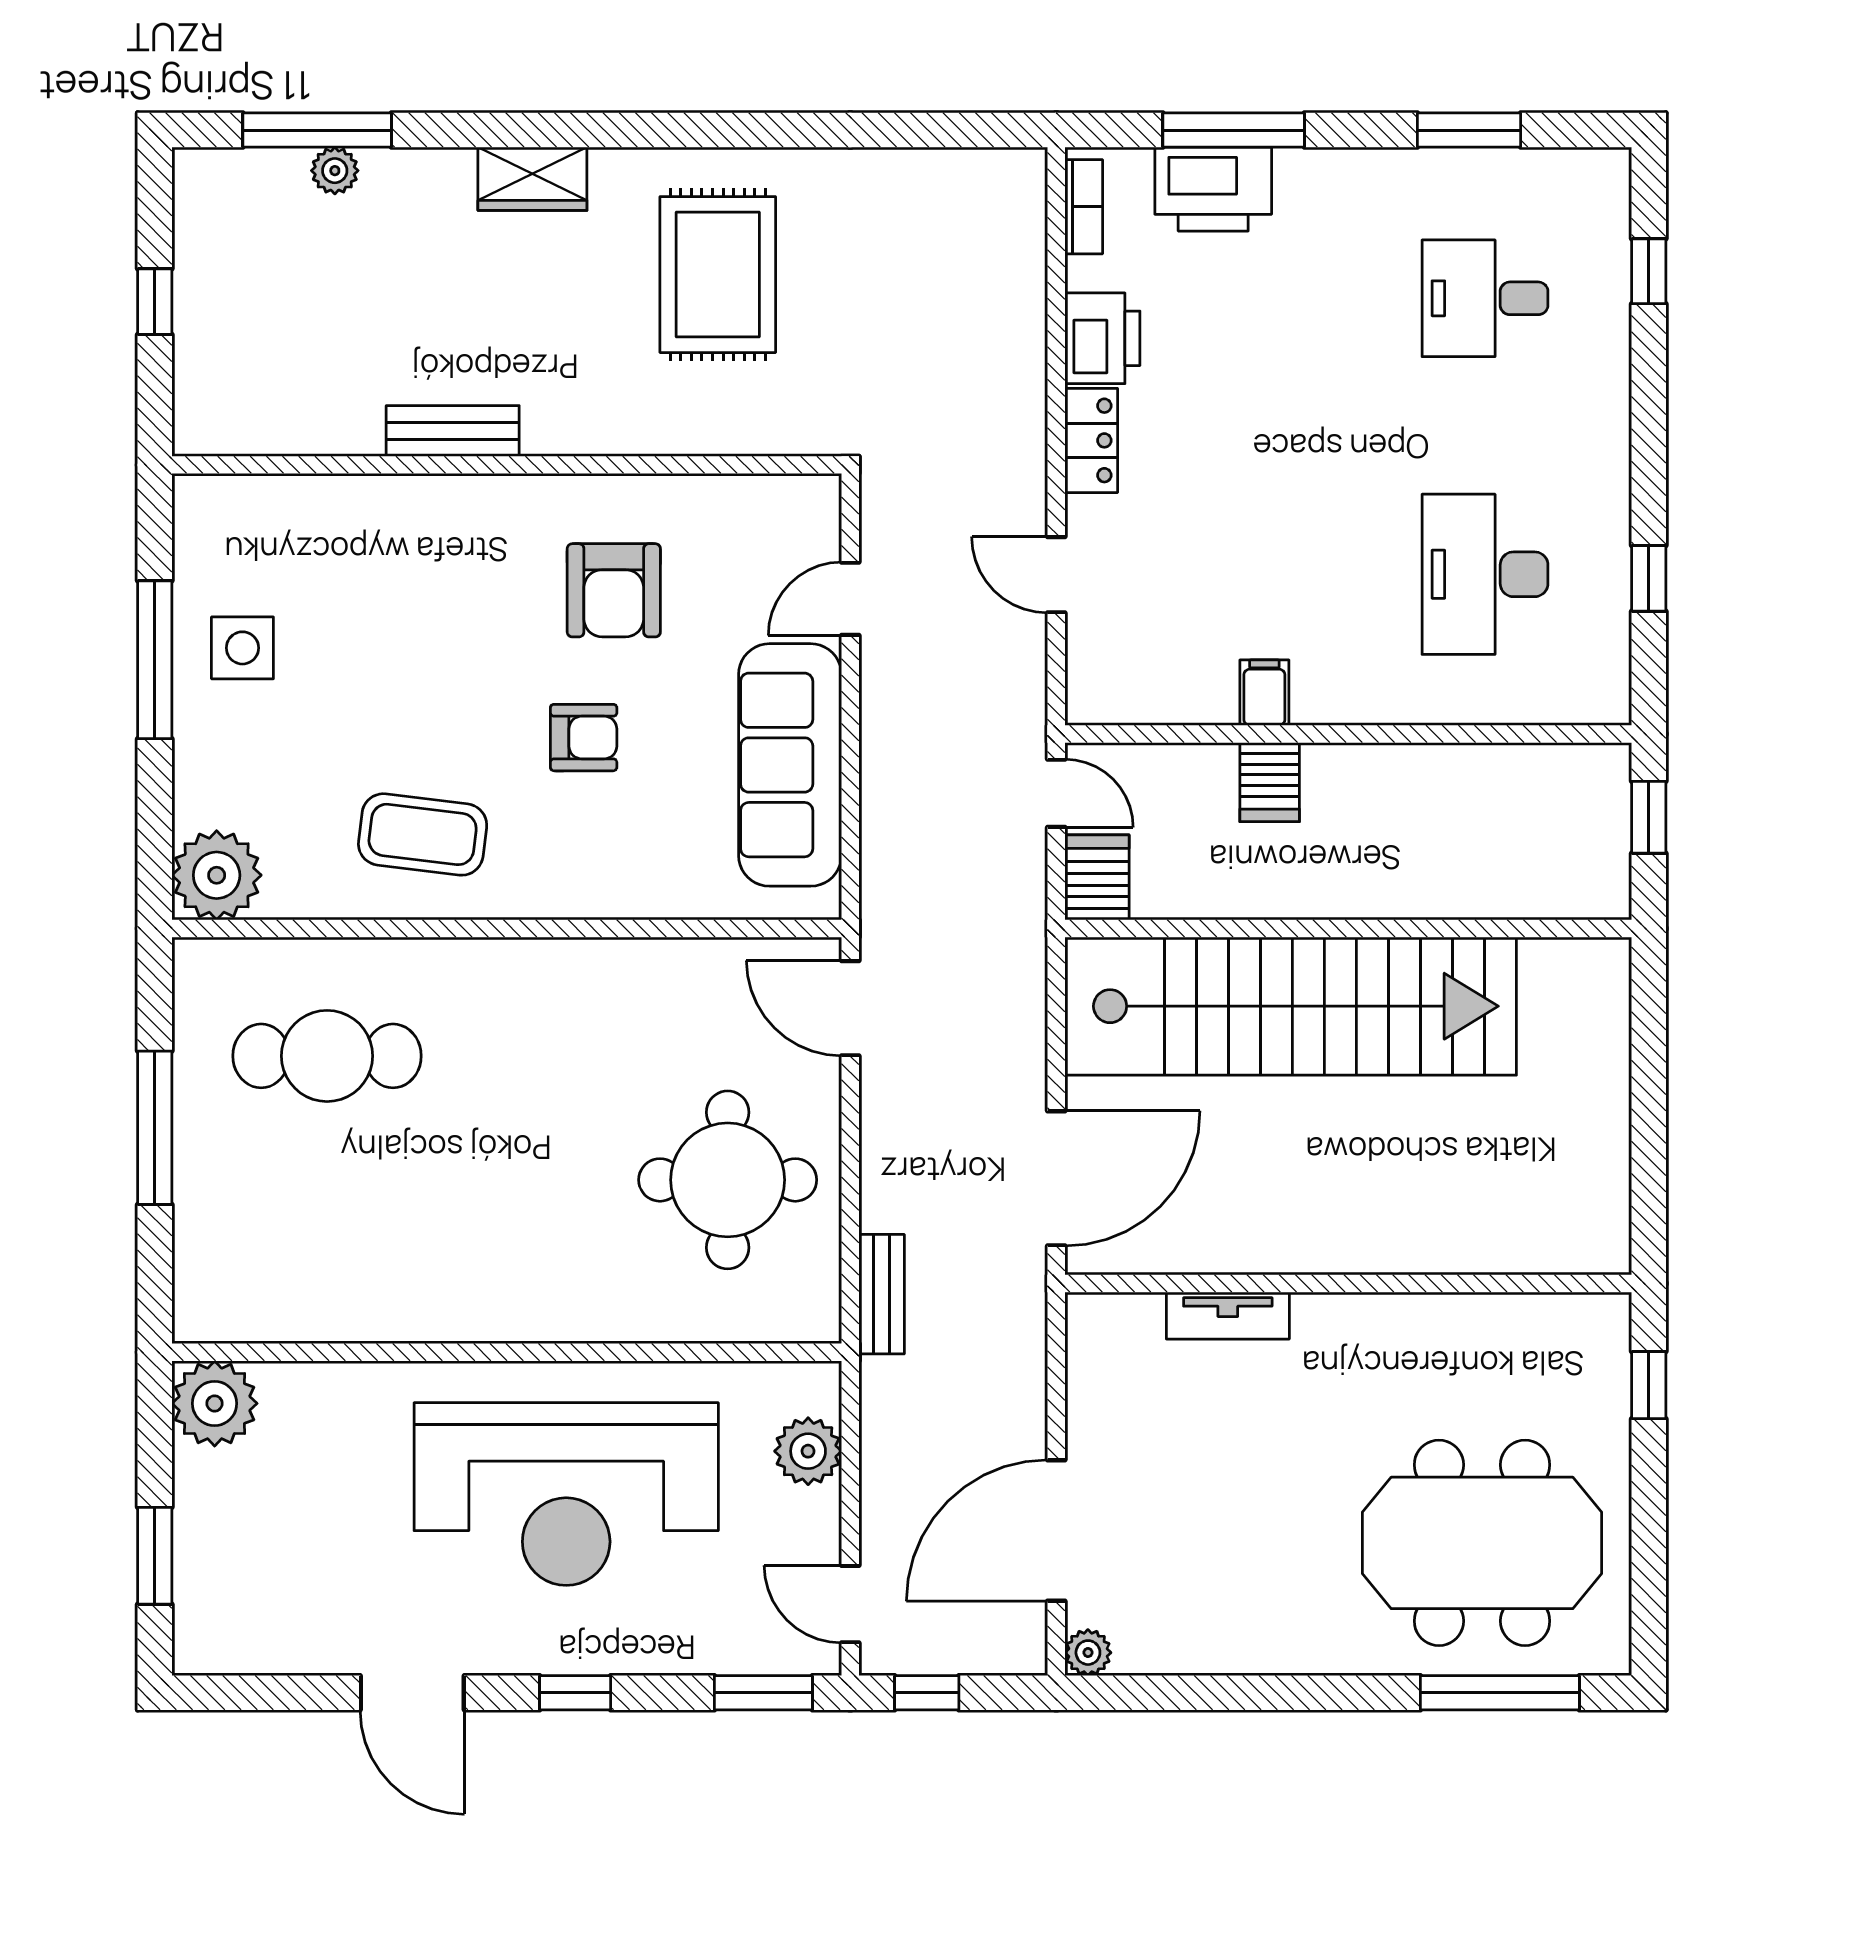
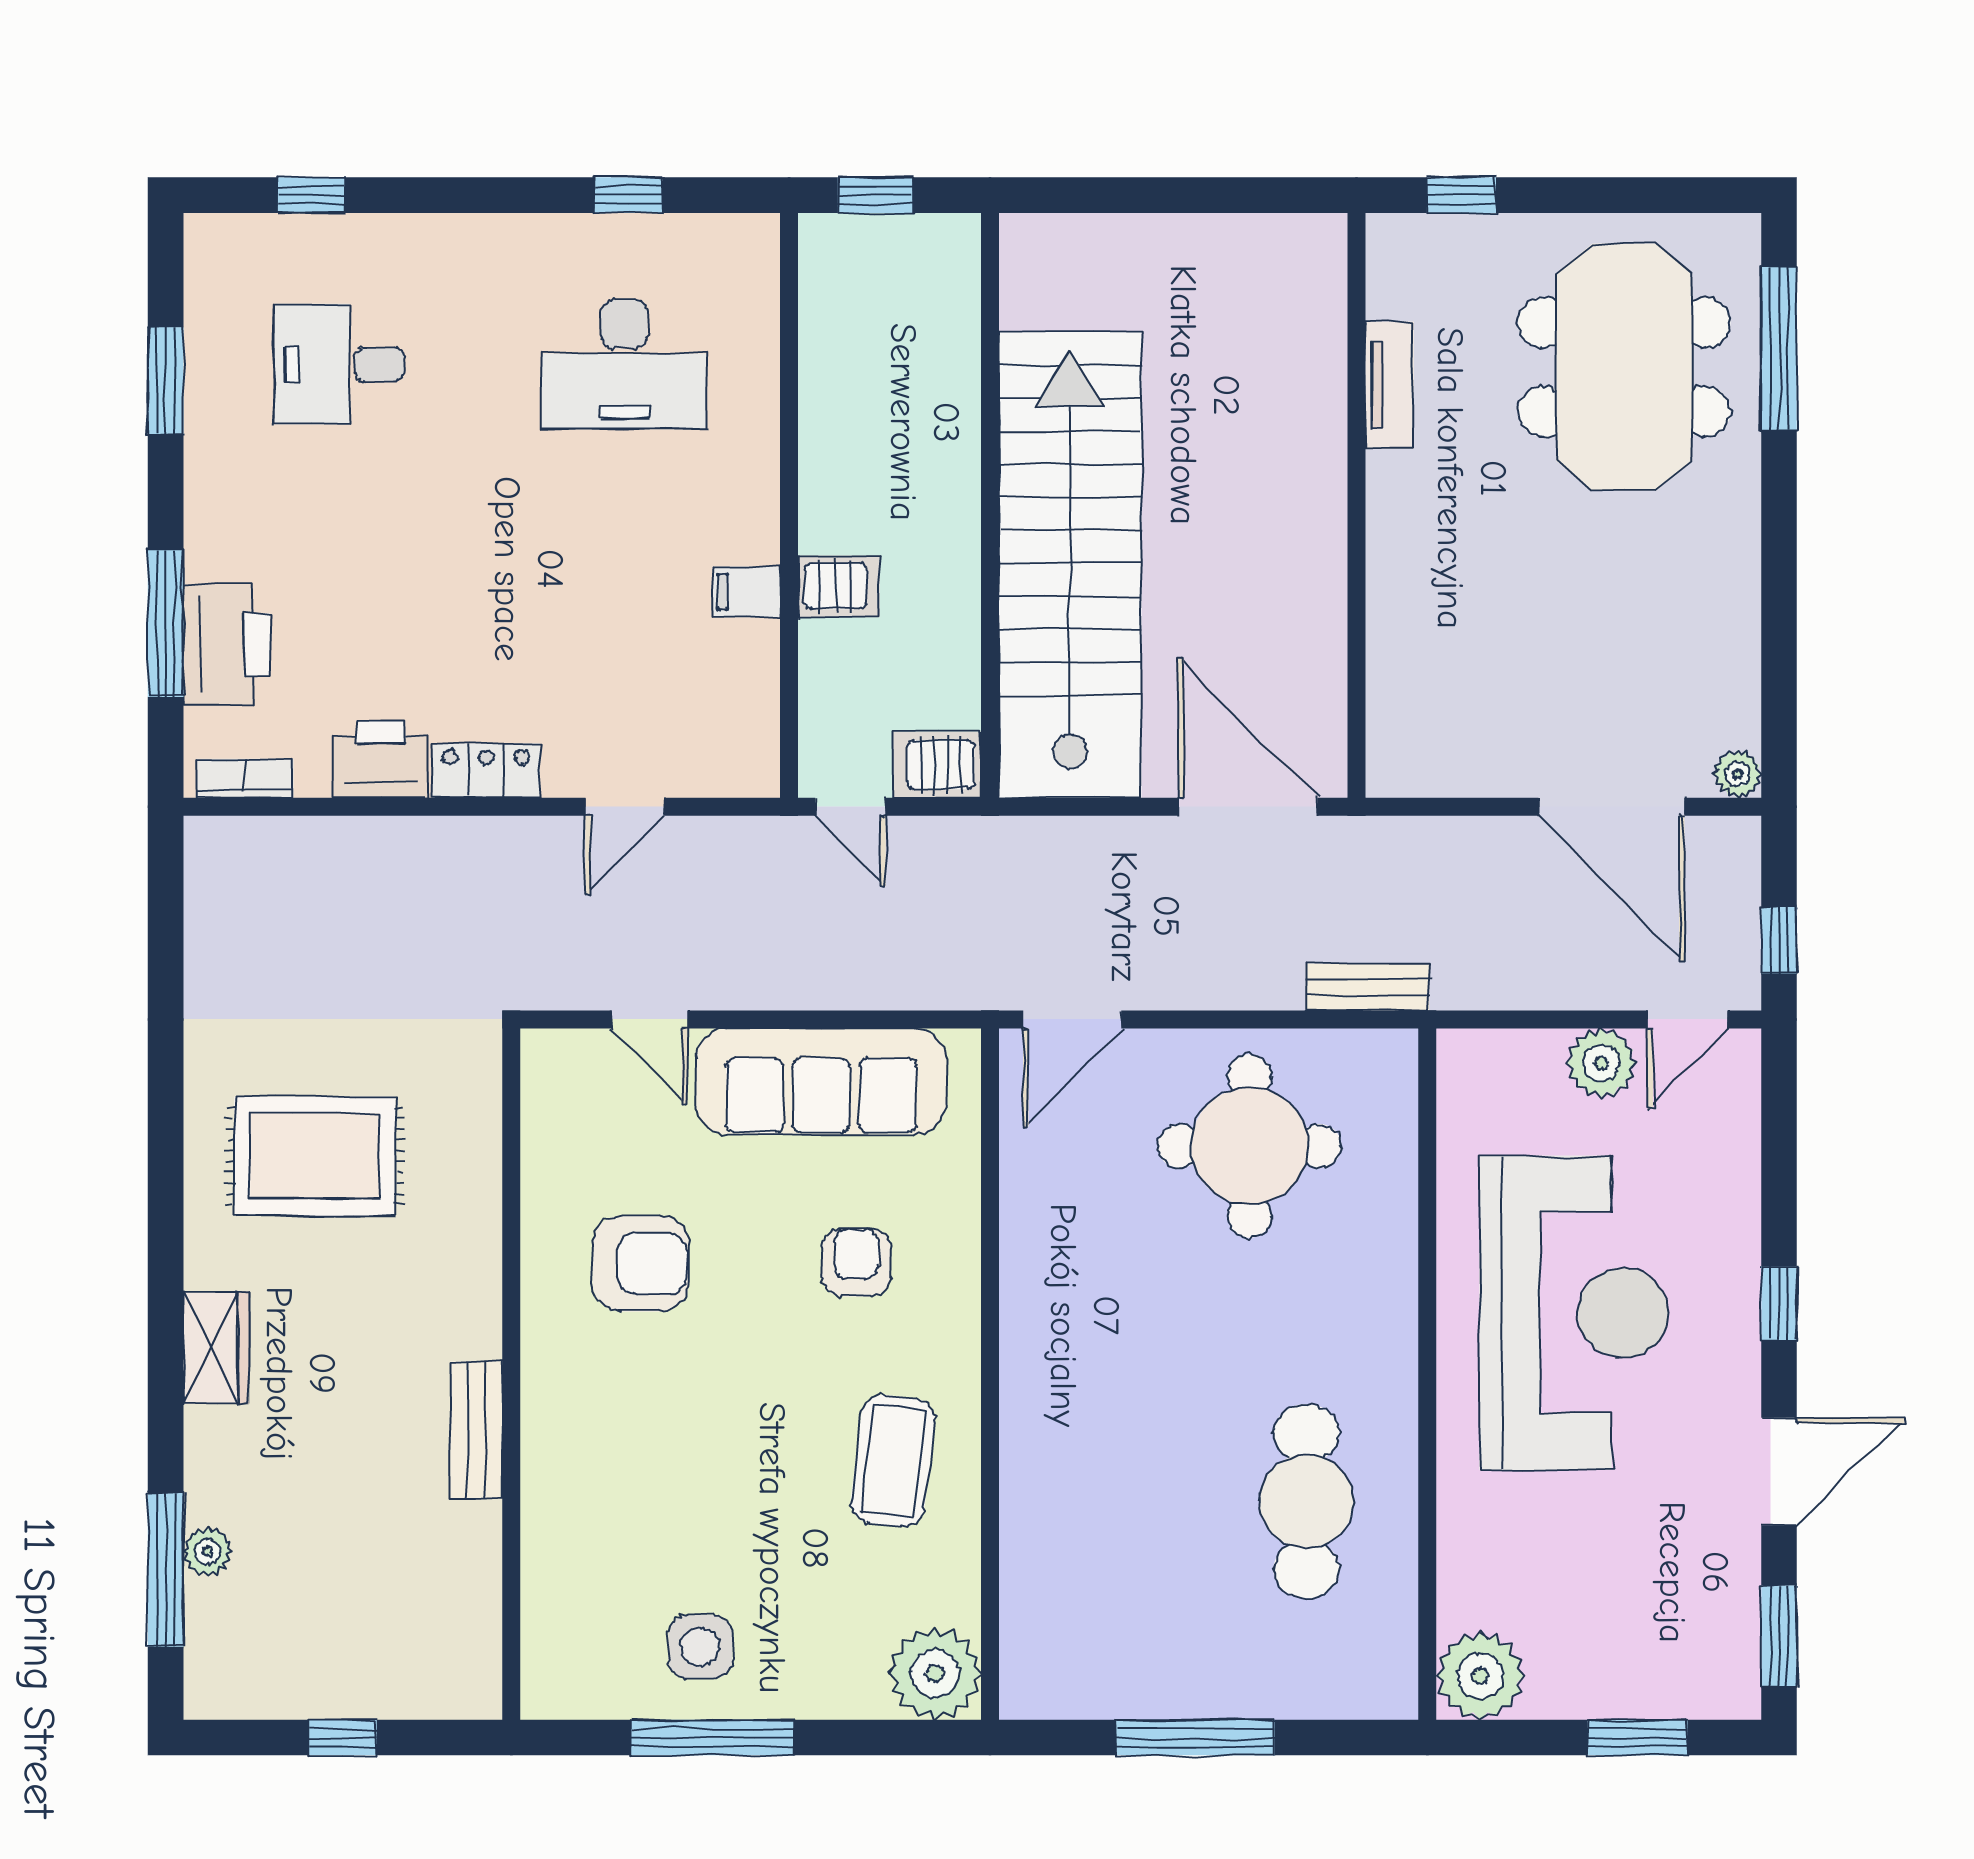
desk: (1485, 298) -> (339, 364), turned 90
armchair: (584, 738) -> (856, 1262), moved
door: (1056, 793) -> (850, 807), swing flipped
cafe table: (327, 1056) -> (1306, 1501), moved
tv unit: (1228, 1316) -> (1390, 385), moved
plant: (808, 1451) -> (1601, 1063), moved
window: (763, 1693) -> (1779, 1636), moved

